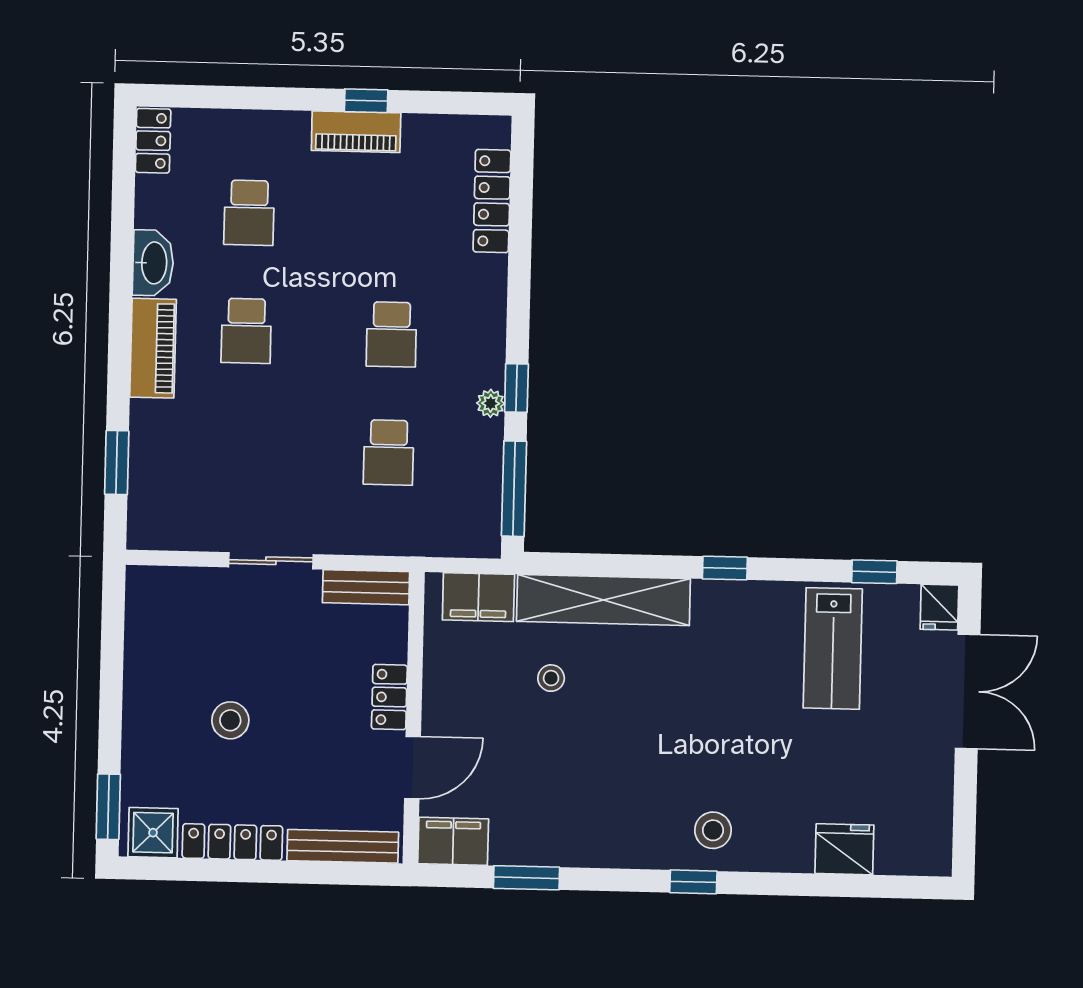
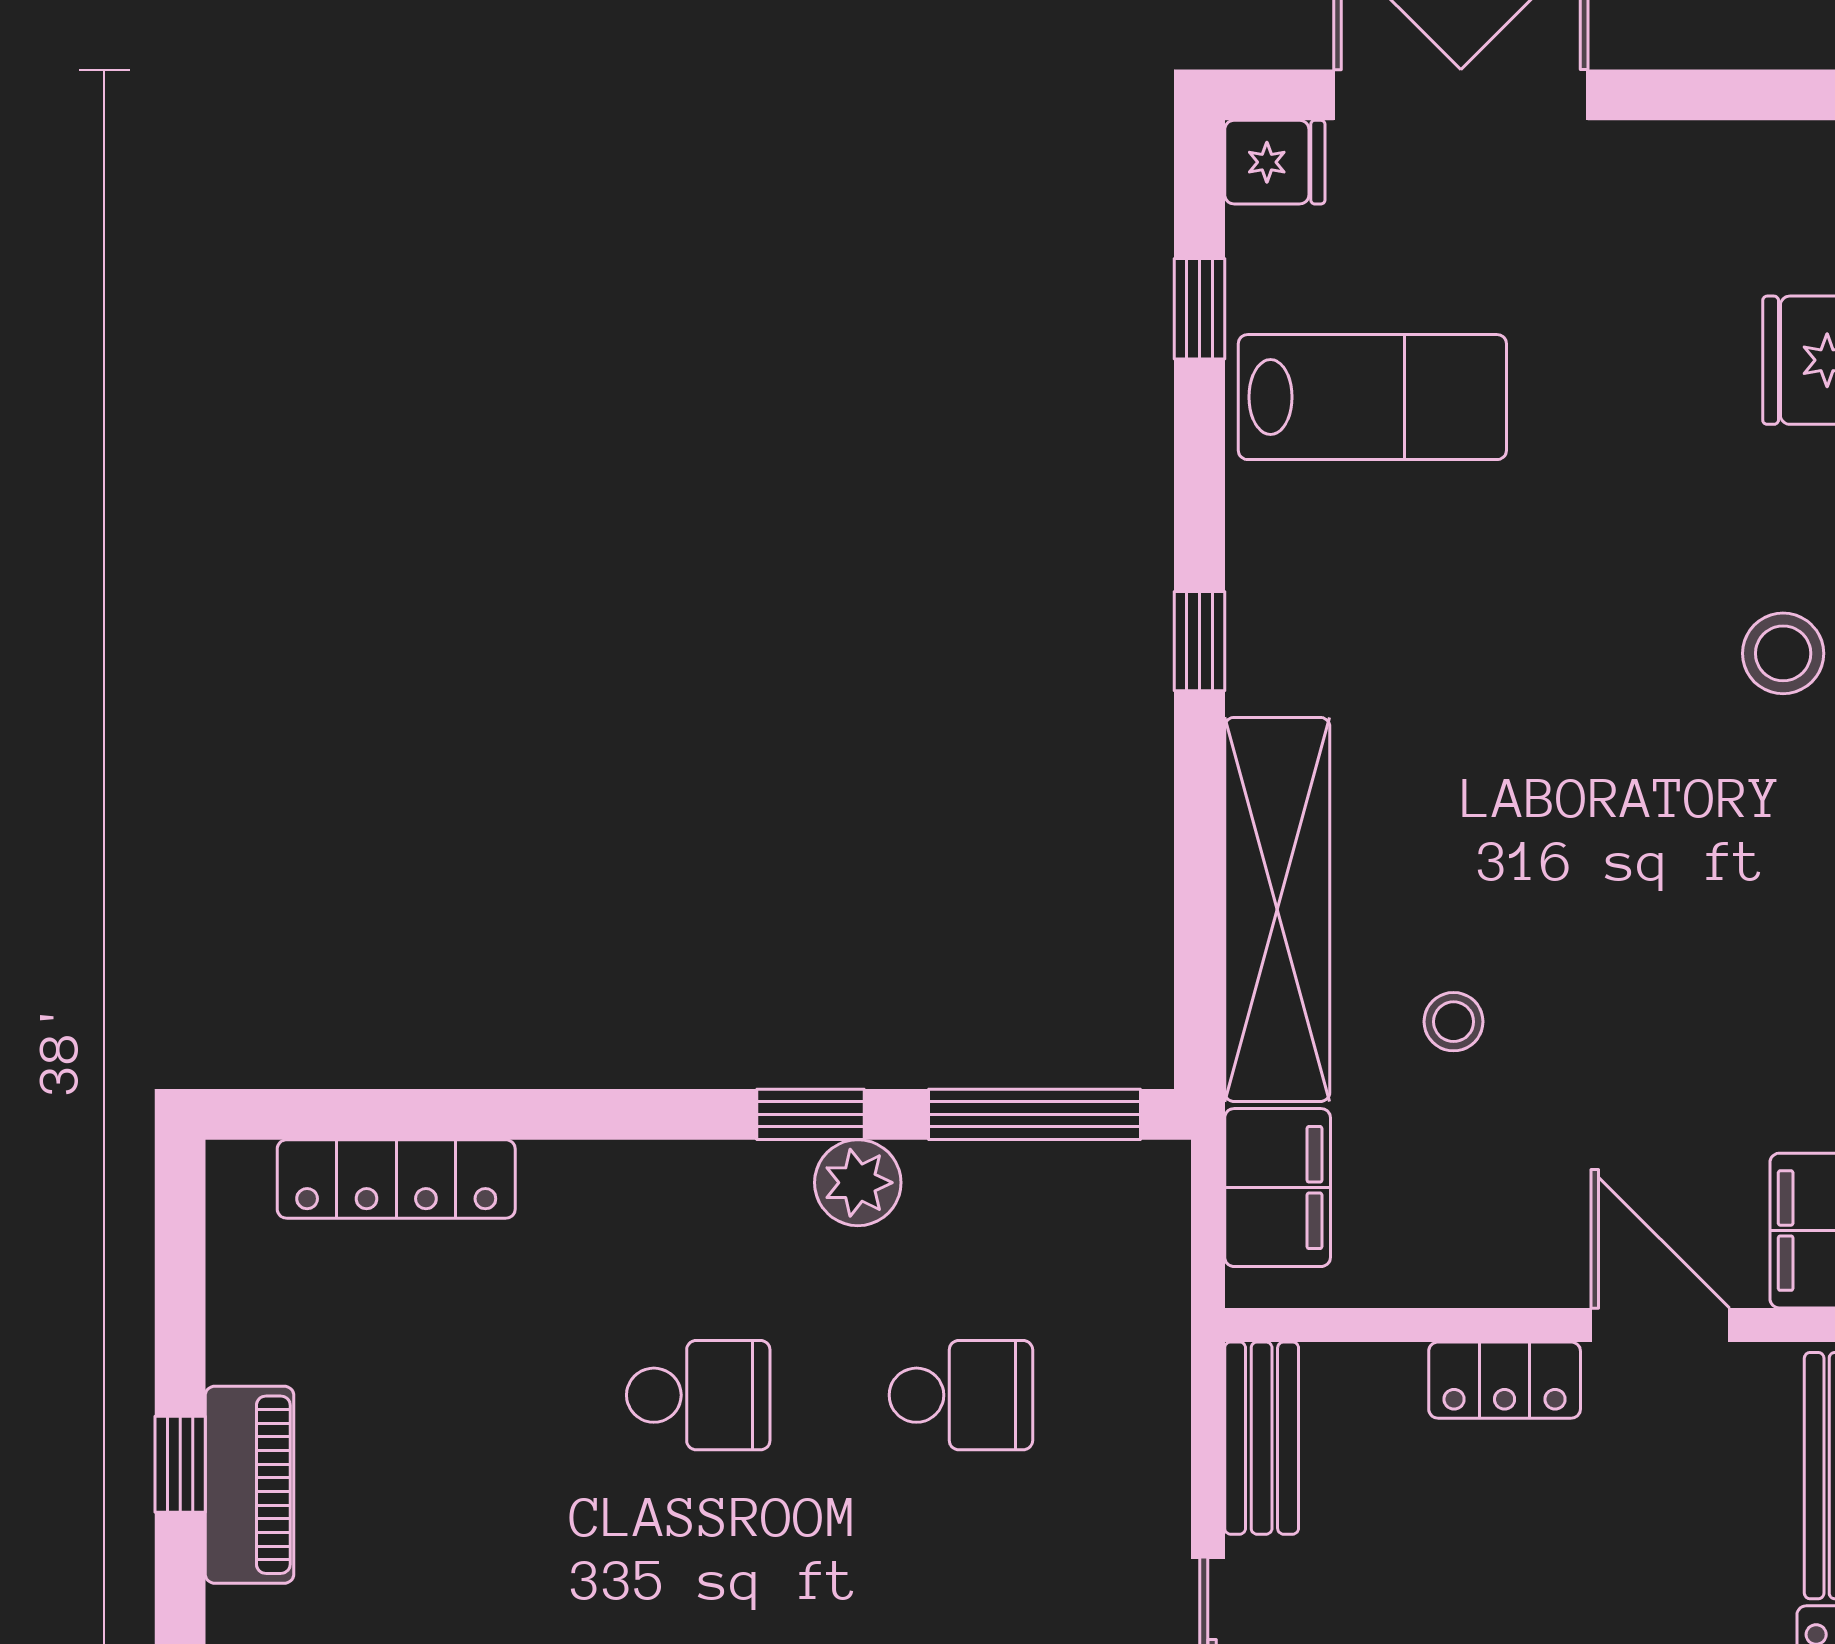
plant: (491, 403) -> (858, 1183), width x1.38, depth x1.38

